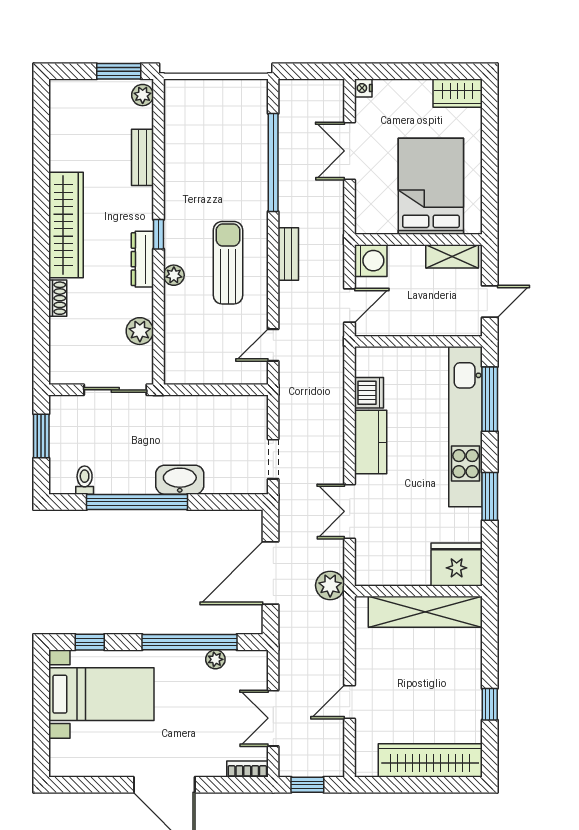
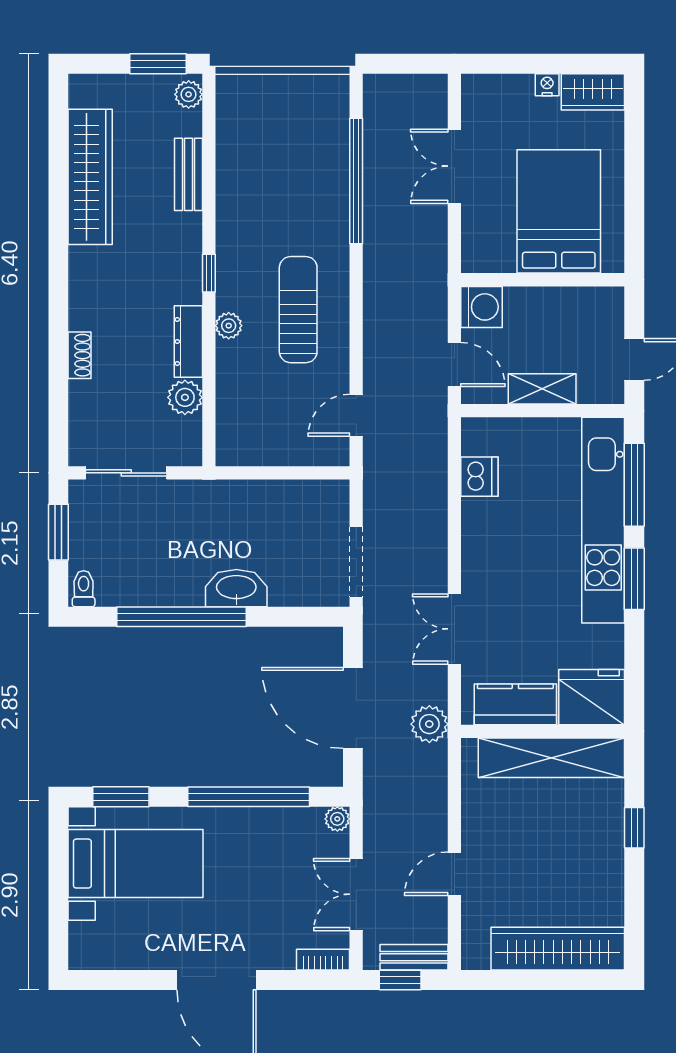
nightstand: (363, 88) -> (547, 85), moved, turned 90
wardrobe: (66, 225) -> (90, 177), moved
bench: (288, 254) -> (414, 957), moved, turned 90
shelving: (452, 256) -> (542, 389), moved
dresser: (142, 259) -> (188, 342), moved
door: (350, 305) -> (454, 364), hinge flipped
sliding door: (115, 390) -> (126, 473), moved
kitchen counter: (371, 442) -> (515, 704), moved, turned -90
doorway: (273, 459) -> (356, 562), width x1.38
toilet: (85, 480) -> (84, 589), moved
window: (490, 496) -> (634, 579), moved
door: (271, 573) -> (353, 708), hinge flipped
window: (90, 642) -> (121, 797), width x1.50
plant: (215, 659) -> (337, 819), moved
window: (490, 704) -> (634, 828), moved

